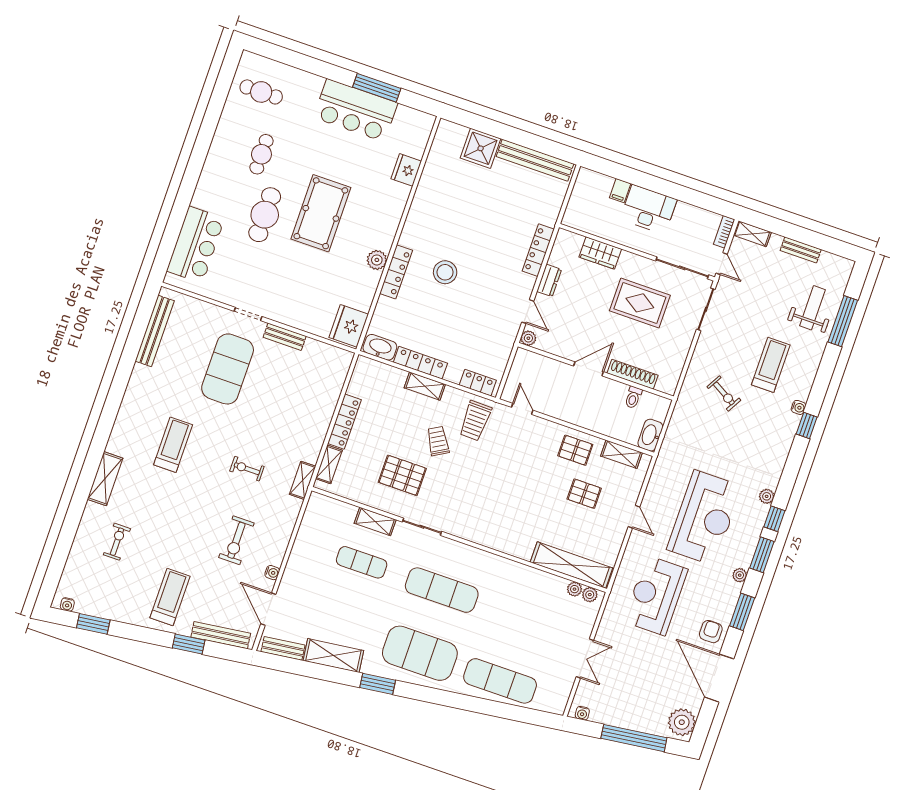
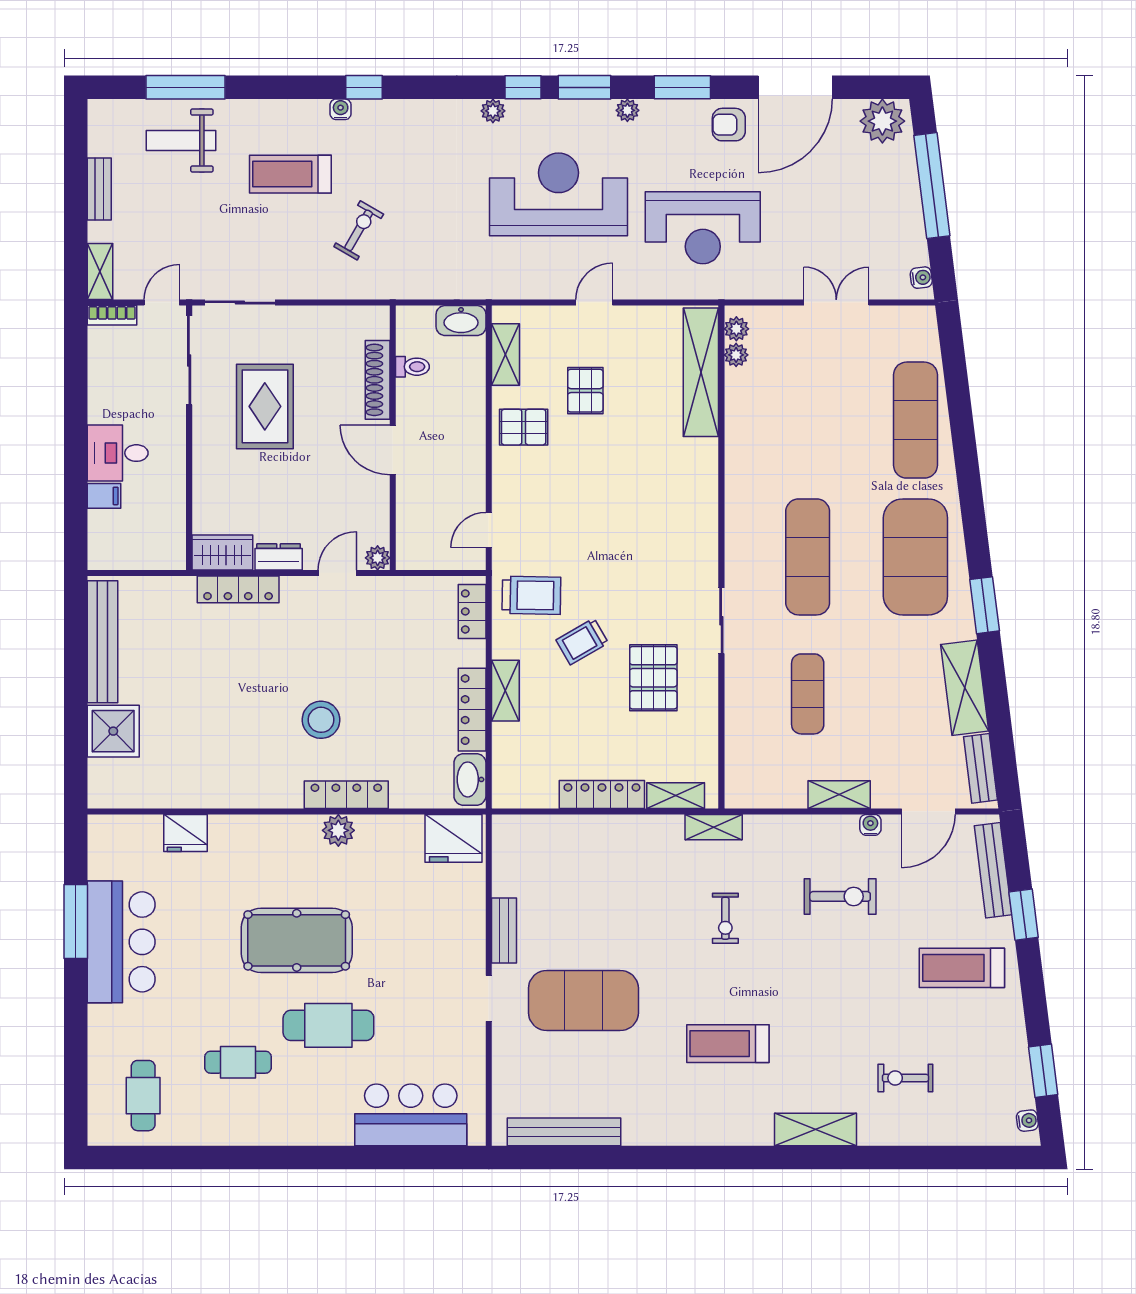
desk: (649, 209) -> (118, 453), width x0.73
wardrobe: (600, 253) -> (222, 552), moved, turned -90
pallet: (575, 450) -> (524, 427), turned 90
shelving: (375, 522) -> (839, 795), moved, turned 90

